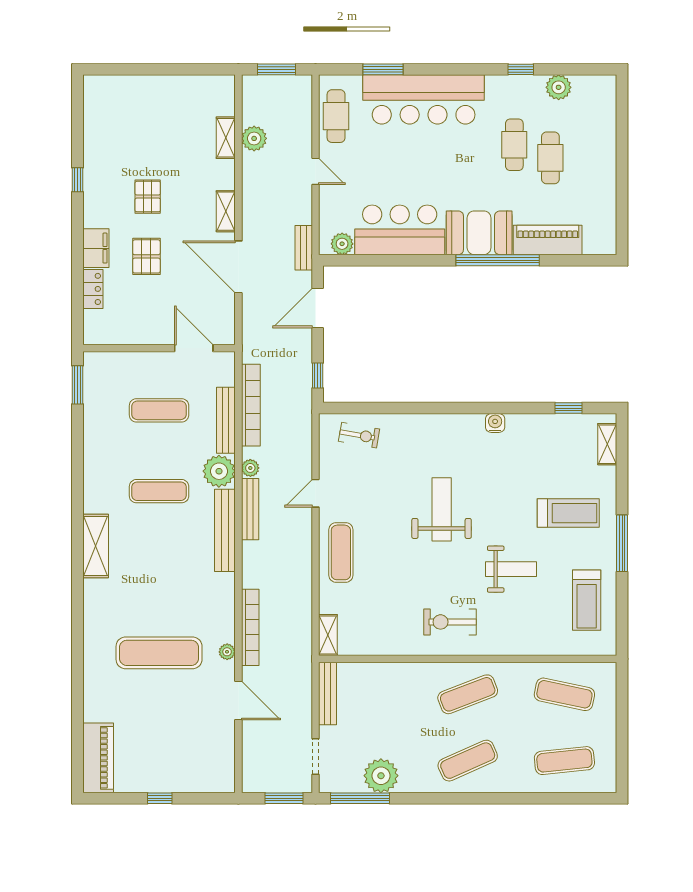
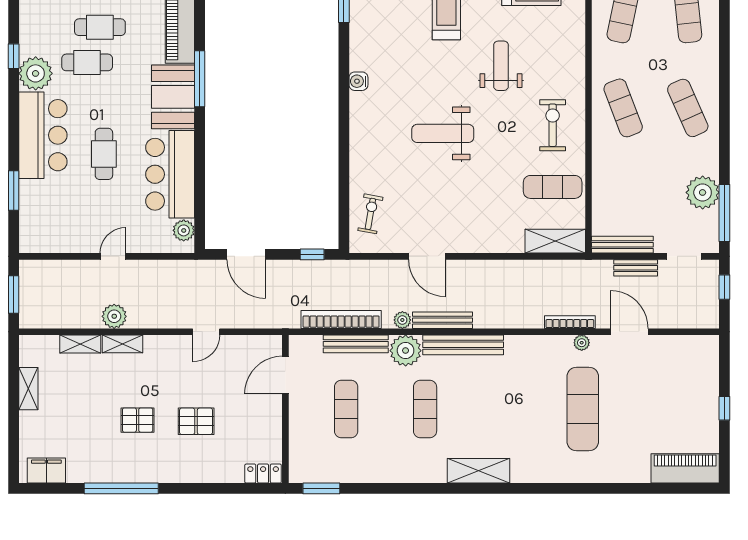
shelving: (180, 85) -> (28, 389), added
plant: (559, 87) -> (36, 73), moved, width x1.36, depth x1.36
bar counter: (424, 99) -> (43, 135), width x0.73
cafe table: (336, 116) -> (104, 154), moved, turned 90
plant: (254, 138) -> (114, 316), moved
window: (78, 180) -> (121, 488), width x3.17
shelving: (226, 211) -> (123, 344), moved
filing cabinet: (96, 248) -> (46, 471), moved
bench: (304, 248) -> (636, 268), moved
window: (498, 260) -> (200, 79), width x0.68
door: (238, 267) -> (206, 332), width x0.53
locker: (93, 289) -> (263, 474), moved
door: (315, 493) -> (427, 256), width x1.38
exercise mat: (341, 552) -> (553, 187), moved
exercise bike: (450, 622) -> (553, 125), turned 180
bookcase: (250, 627) -> (570, 322), width x0.68, depth x0.76
shelving: (328, 635) -> (555, 241), width x1.50, depth x1.33
door: (238, 701) -> (629, 332), hinge flipped
window: (284, 798) -> (724, 287), width x0.67

